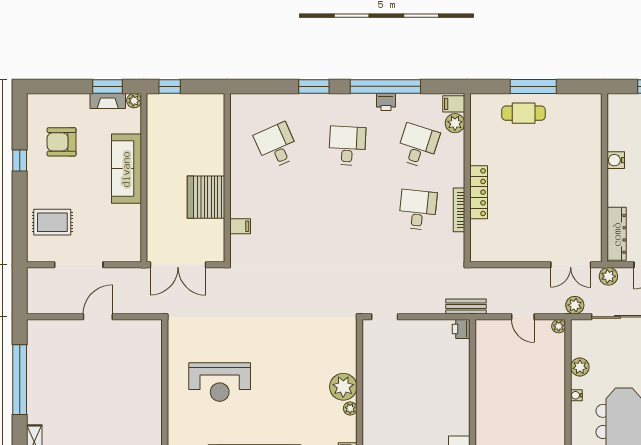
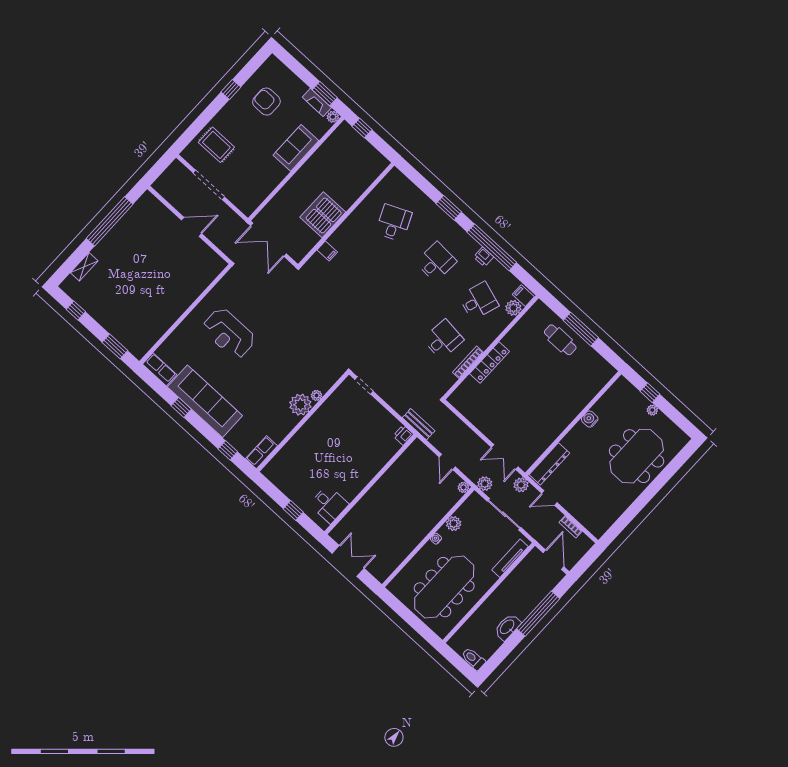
sofa: (126, 169) -> (296, 148), width x0.73
plant: (350, 408) -> (317, 395), moved

